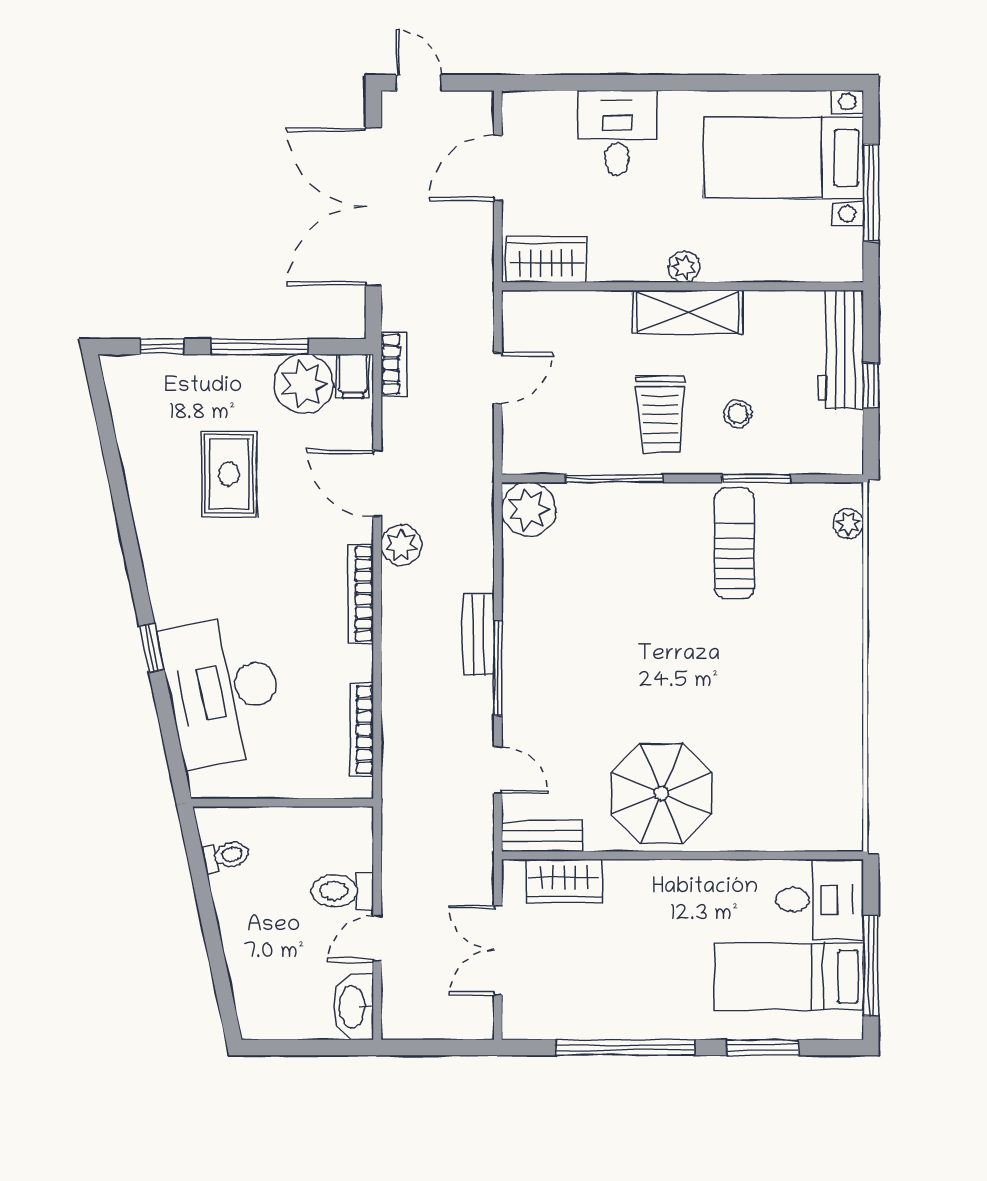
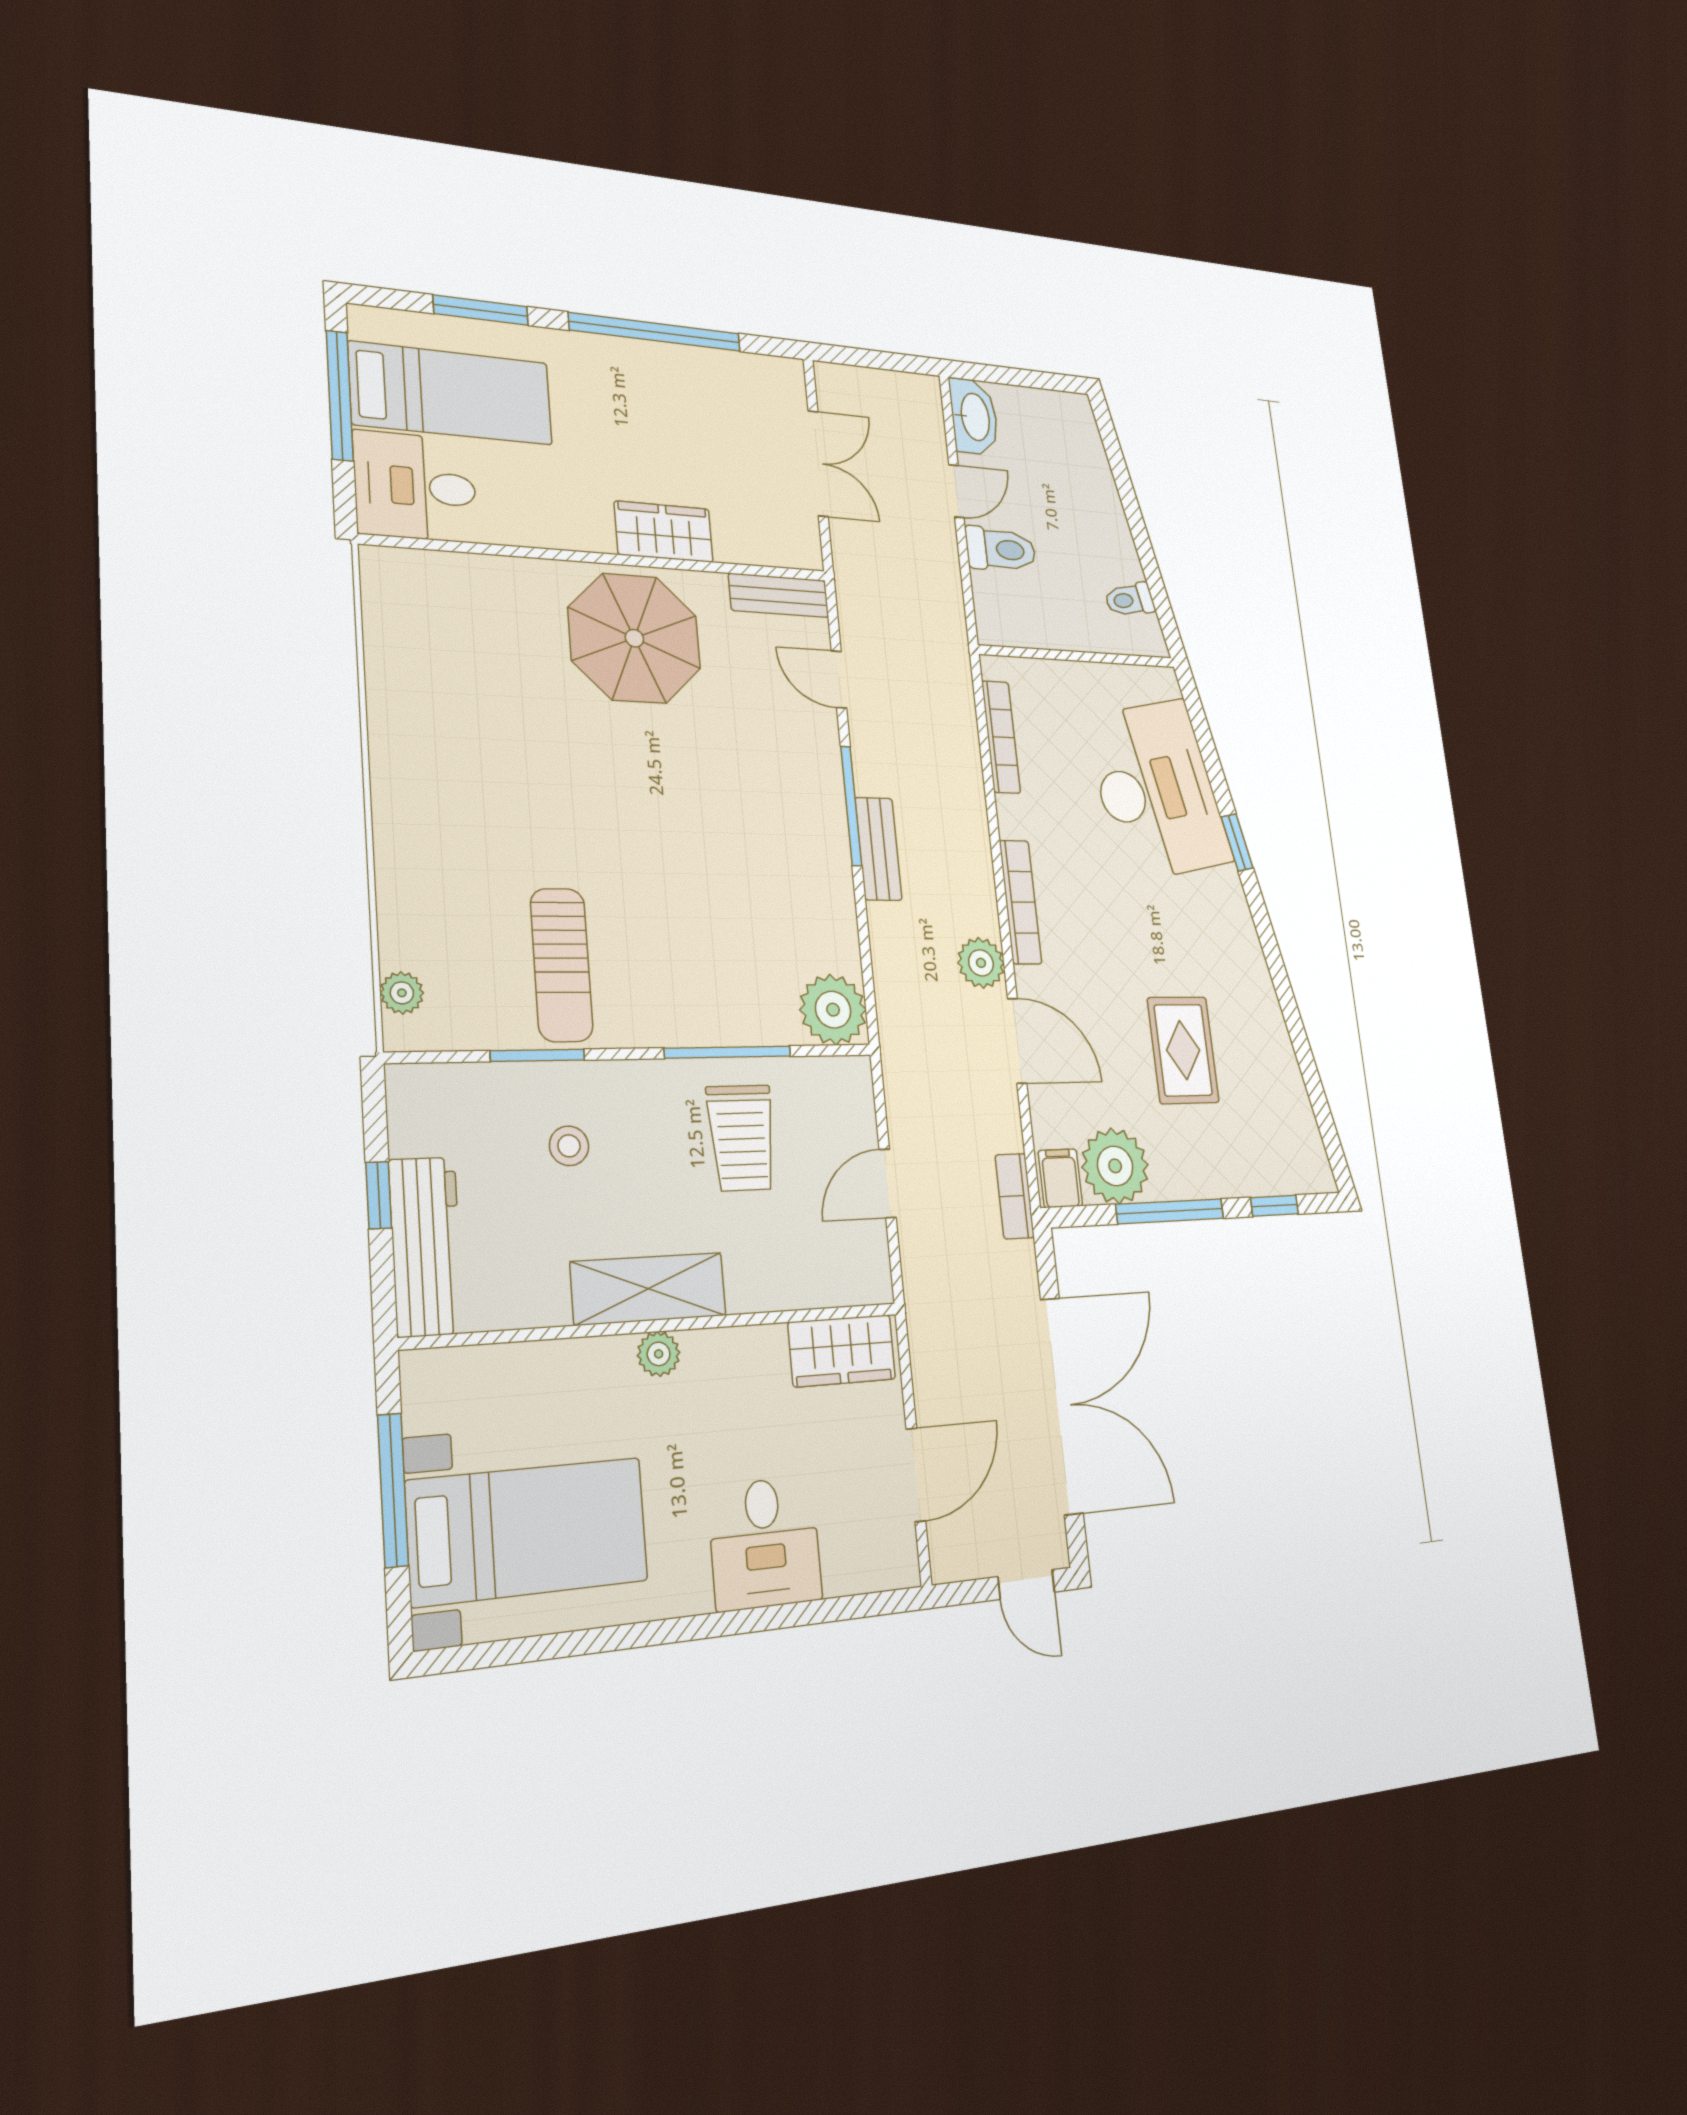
trolley: (661, 414) -> (742, 1138), moved, turned 180
wardrobe: (564, 881) -> (664, 532), moved

